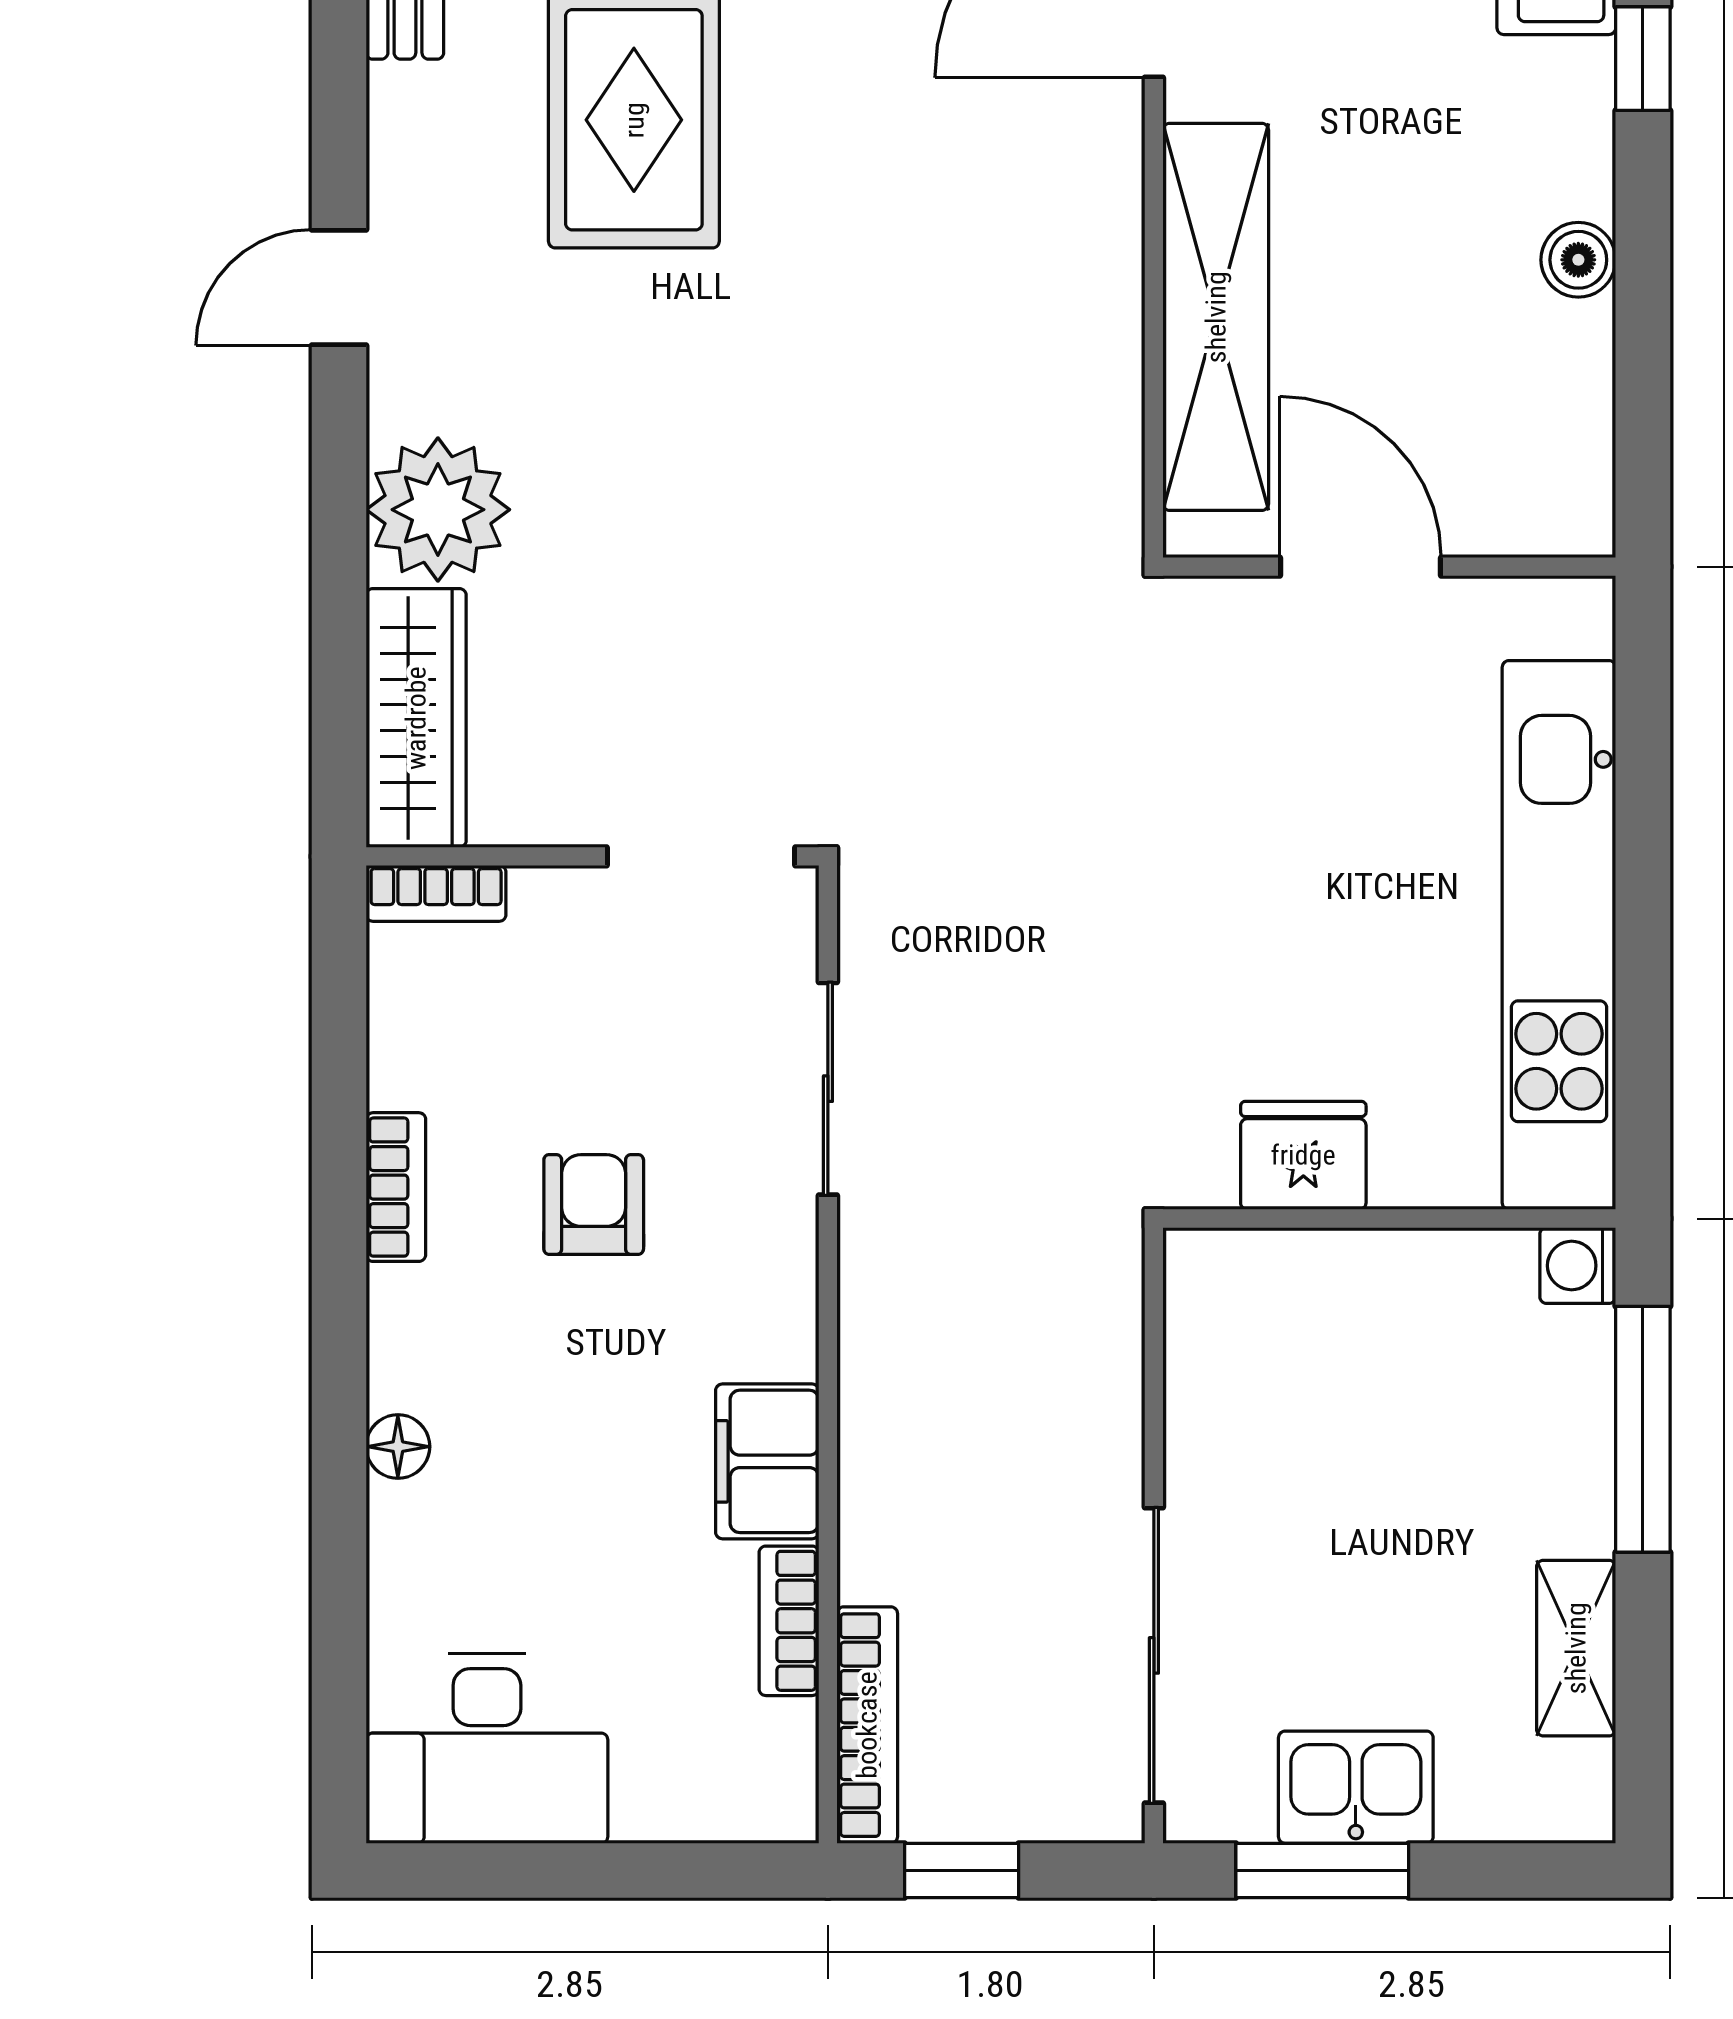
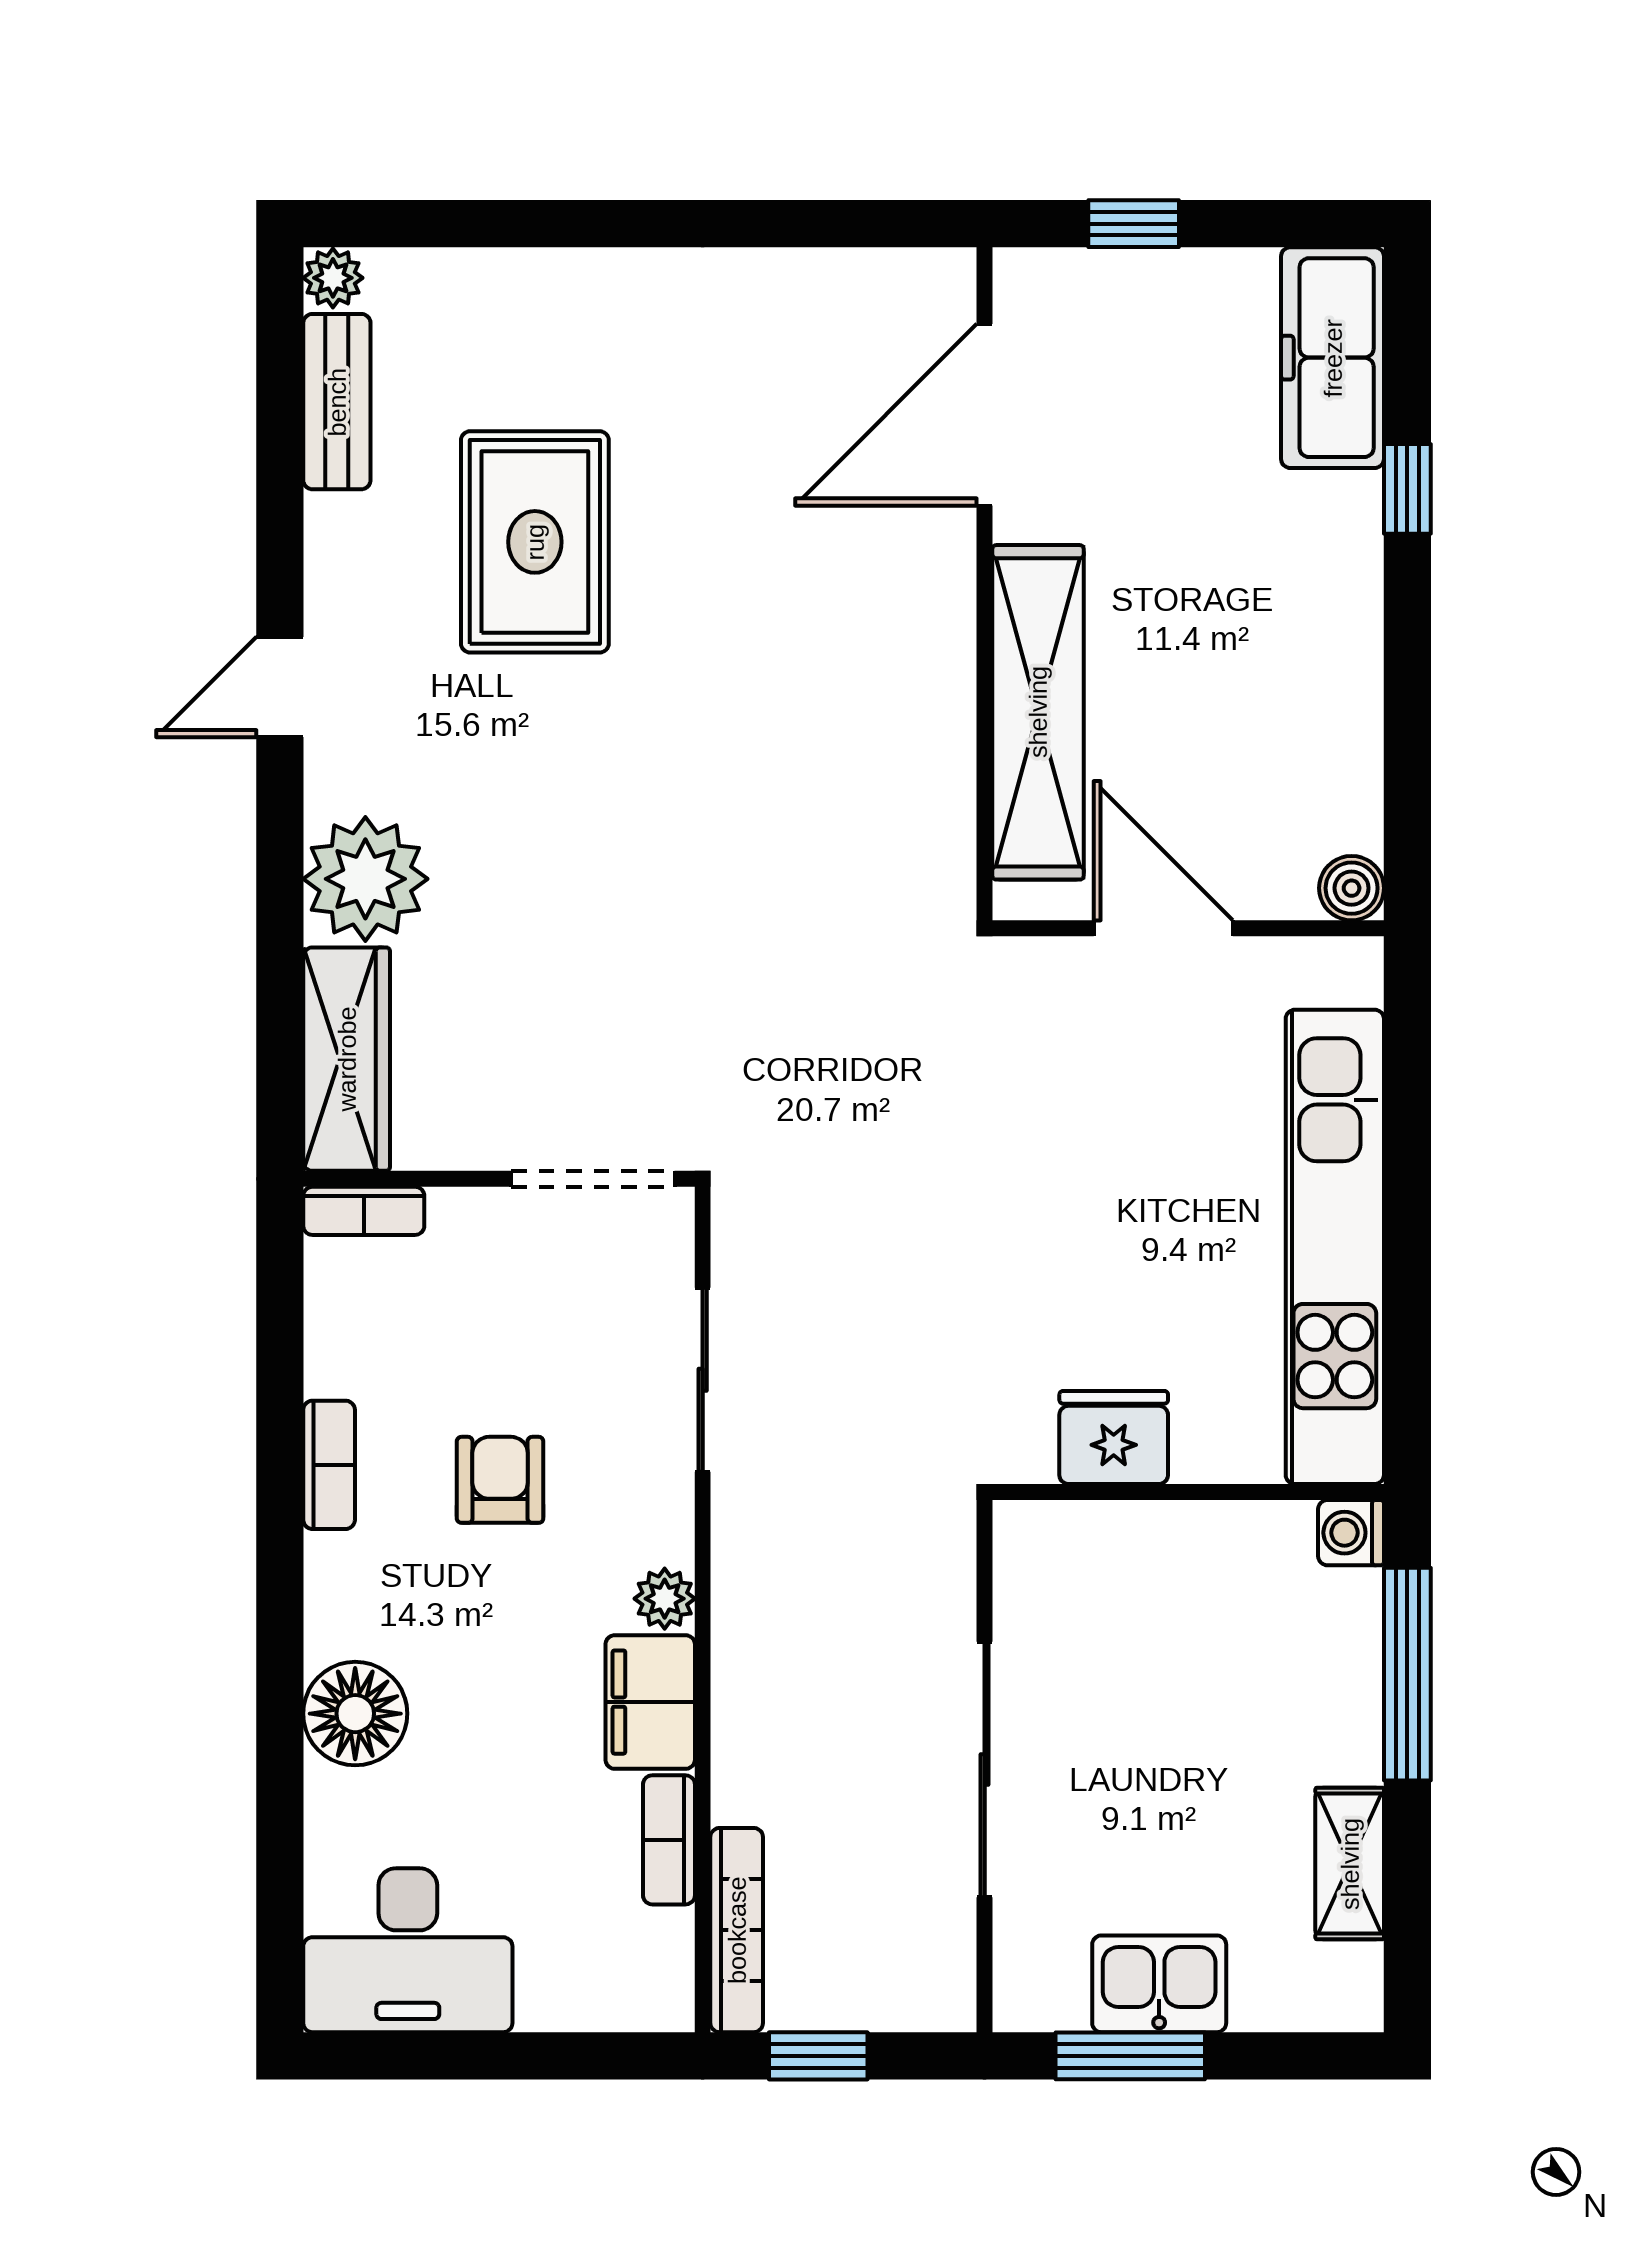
boiler: (1578, 260) -> (1352, 888), moved
plant: (784, 1342) -> (665, 1599), added
floor lamp: (398, 1447) -> (355, 1714), width x1.89, depth x1.89
sliding door: (1154, 1655) -> (985, 1770), moved

